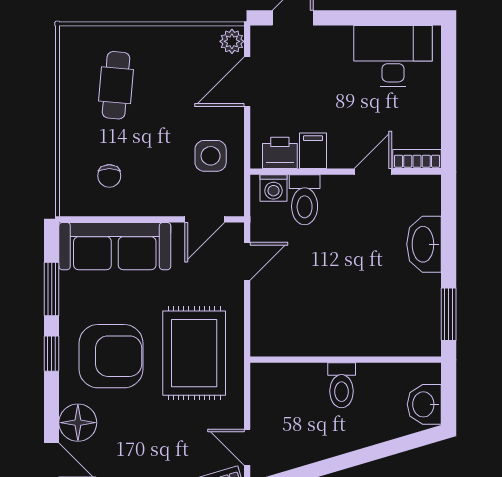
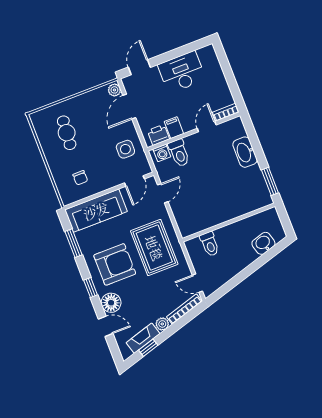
desk: (393, 56) -> (182, 72), moved
window: (52, 354) -> (91, 287), moved
toilet: (342, 385) -> (210, 244), moved
washbasin: (424, 404) -> (263, 243), moved, turned 74

